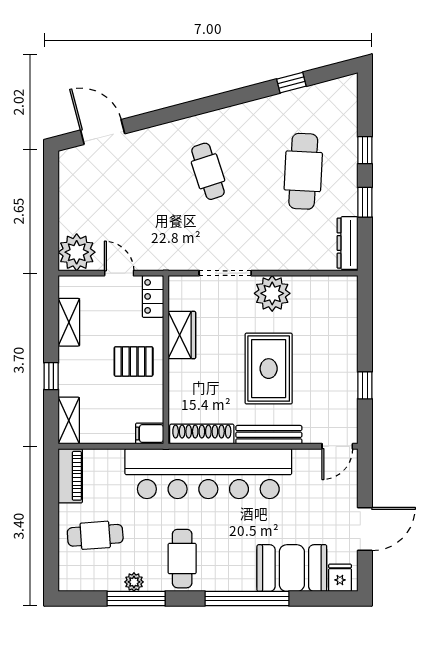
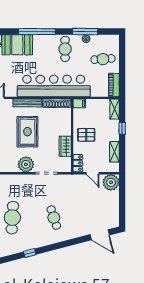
window: (291, 83) -> (30, 253), moved

